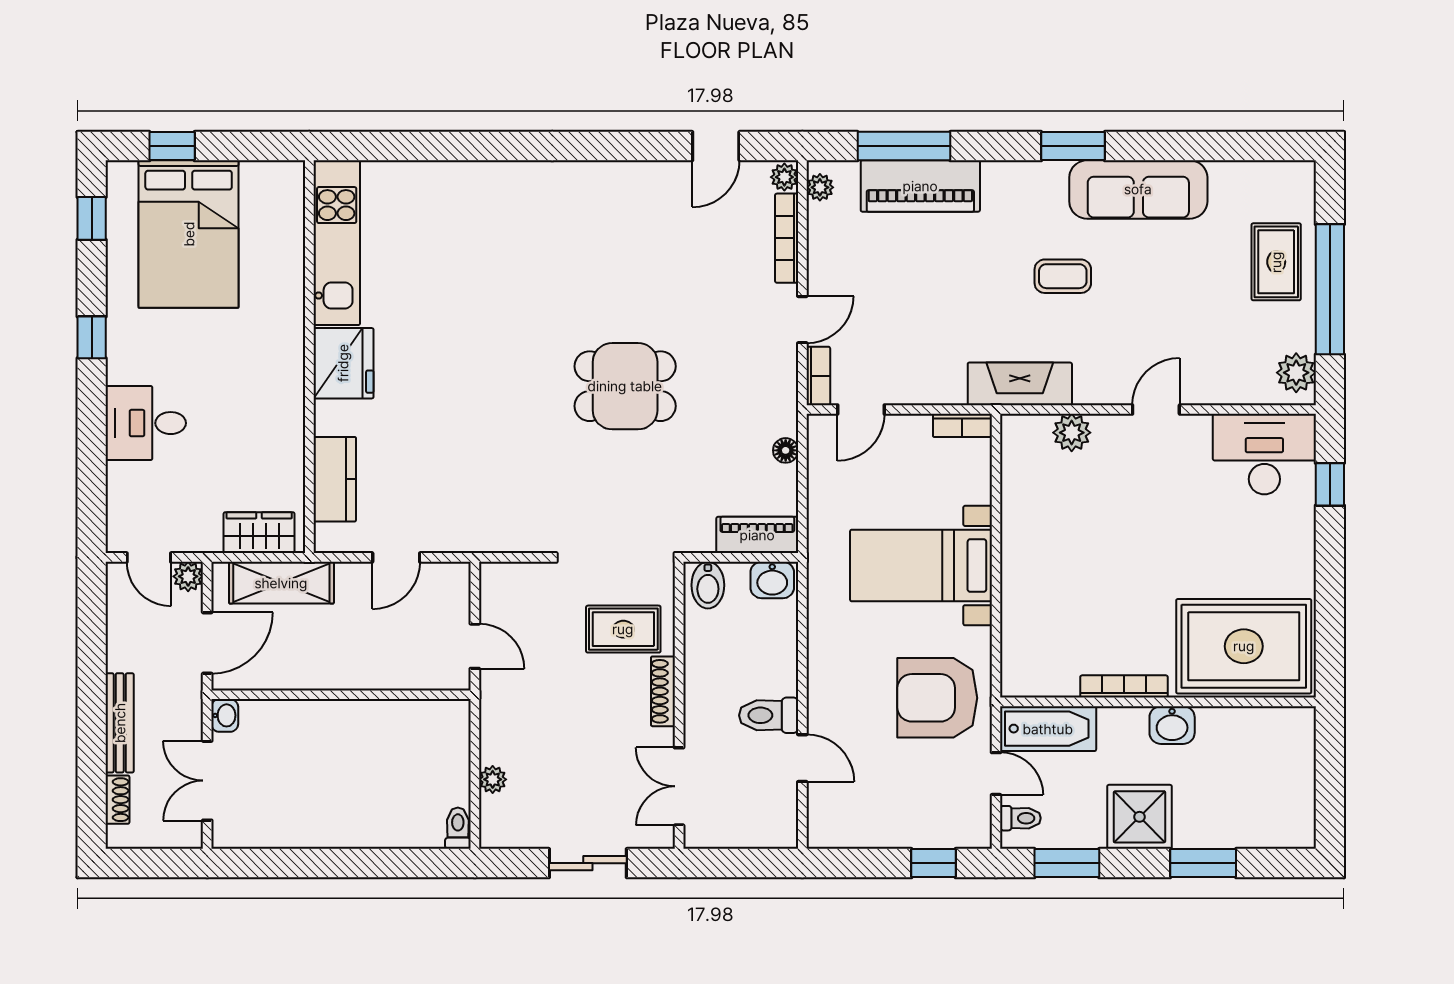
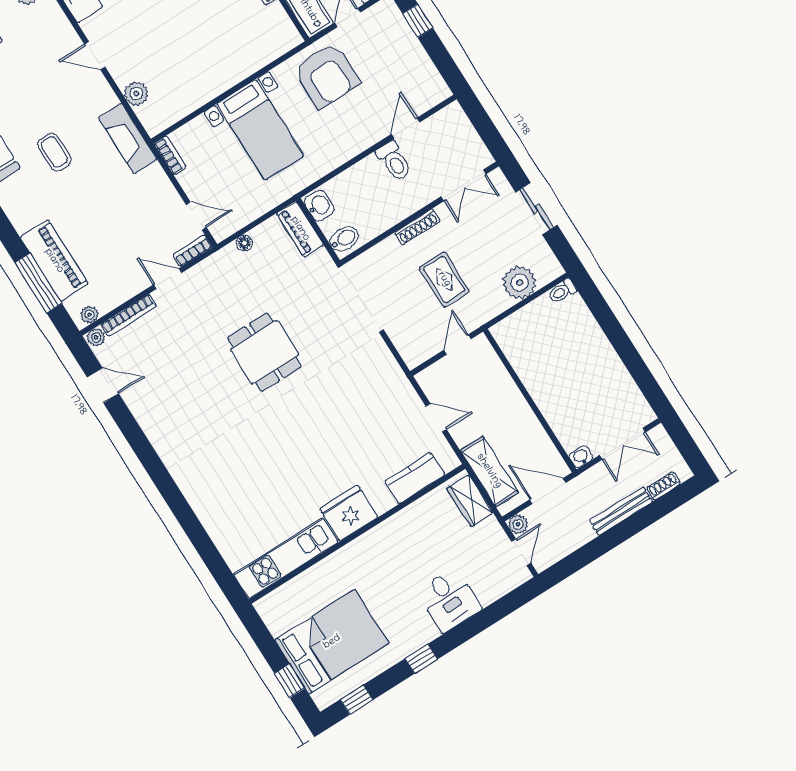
rug: (623, 629) -> (444, 279), moved
plant: (493, 779) -> (520, 283), width x1.88, depth x1.88

